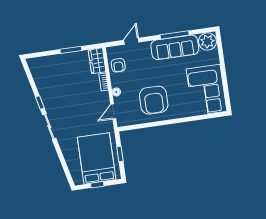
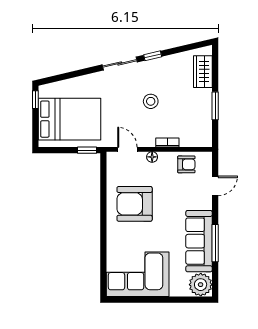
door: (131, 41) -> (215, 186), hinge flipped
wardrobe: (97, 61) -> (203, 72), moved, turned -90
armchair: (118, 65) -> (186, 164), turned 180
stool: (75, 99) -> (151, 101), added
window: (120, 154) -> (87, 150), moved
window: (97, 185) -> (35, 100), moved

